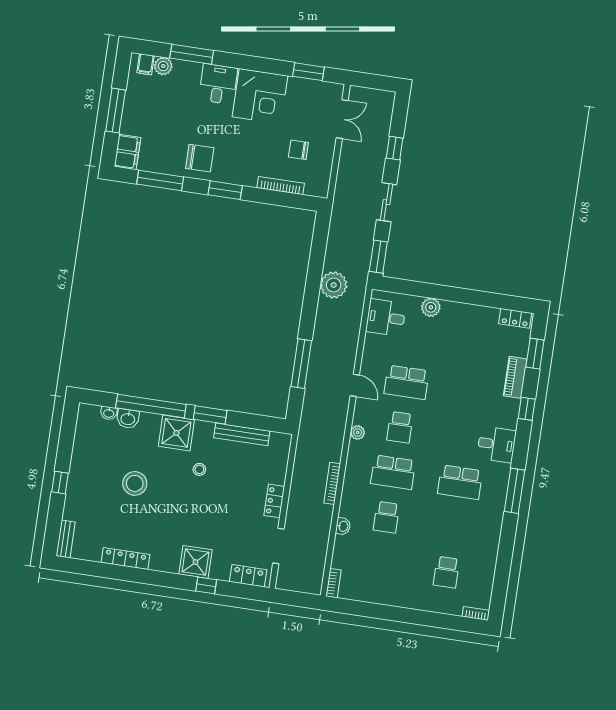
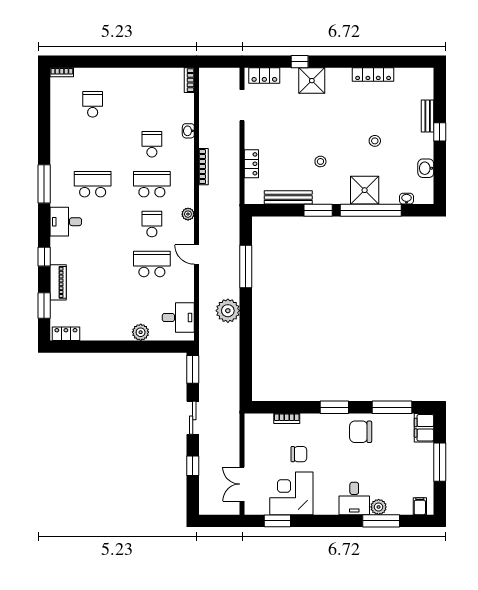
plant: (163, 66) -> (379, 507), moved
corner desk: (260, 96) -> (291, 493), moved
chair: (298, 150) -> (299, 454), moved
bookcase: (281, 186) -> (287, 418), width x0.64
plant: (334, 285) -> (228, 311), moved
washbasin: (128, 419) -> (426, 168), moved, turned -90
shower: (176, 433) -> (365, 190), moved
stool: (135, 483) -> (375, 141), width x0.53, depth x0.53
locker: (274, 501) -> (251, 164), moved
bench: (66, 539) -> (428, 116), moved

